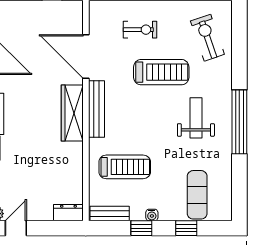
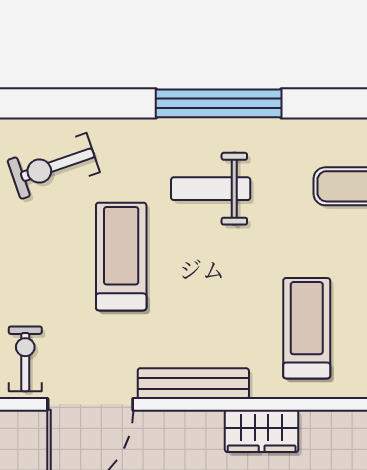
exercise bike: (140, 30) -> (25, 359), moved
wardrobe: (72, 113) -> (262, 431), moved, width x0.67

